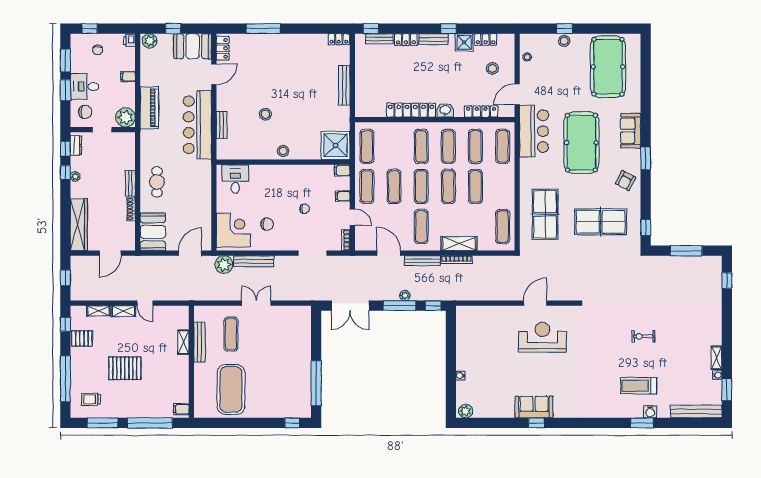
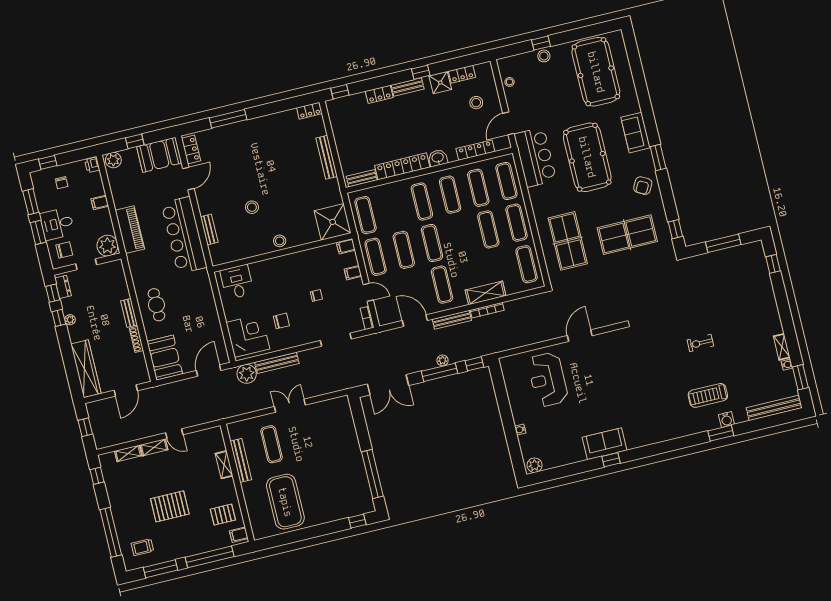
bench: (379, 39) -> (362, 178), moved
exercise mat: (448, 186) -> (517, 223), moved
reception desk: (542, 337) -> (548, 379), moved, turned -90
pallet: (82, 338) -> (223, 515), moved

